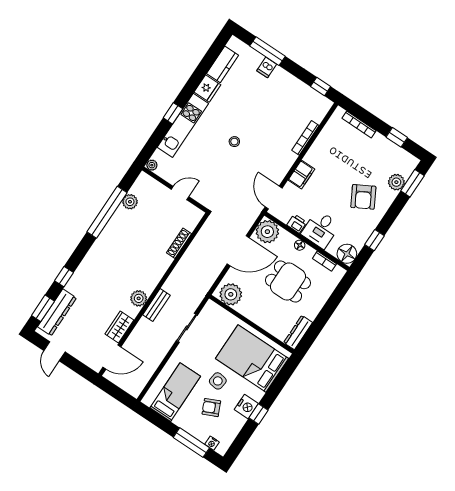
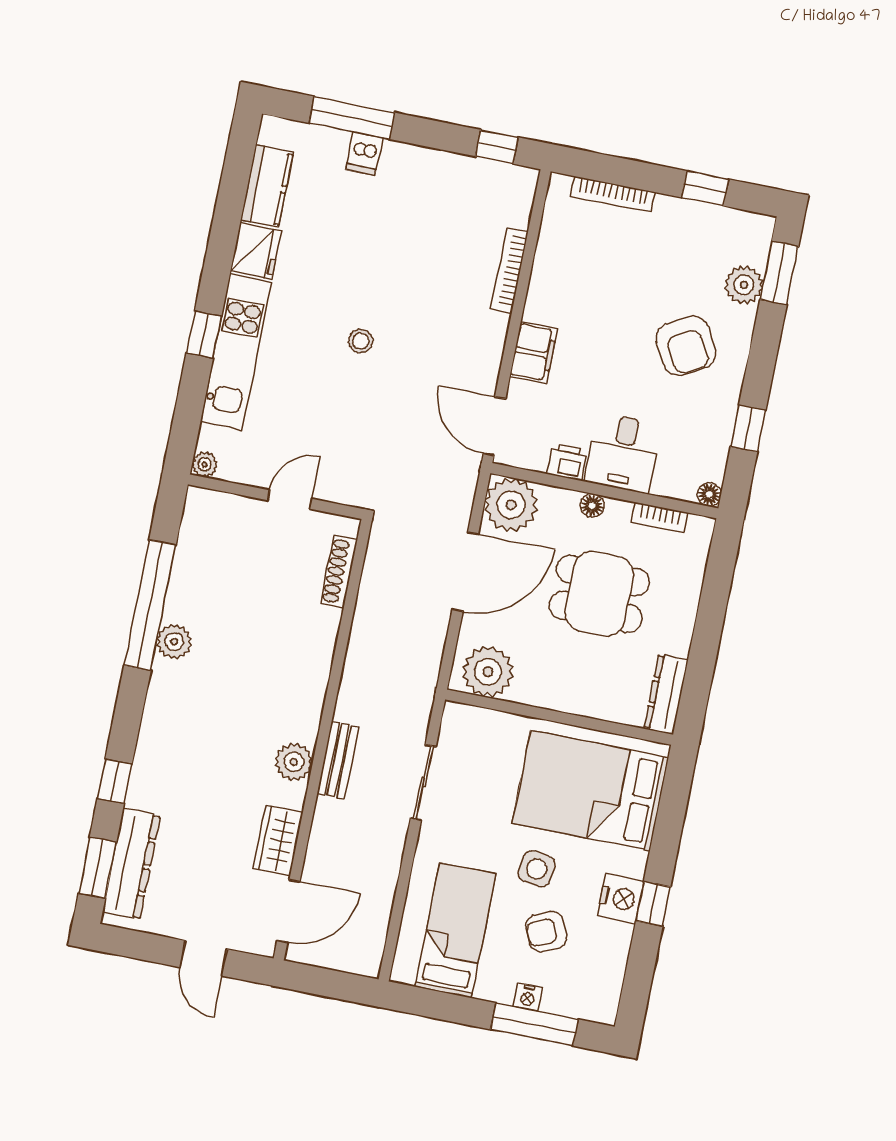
plant: (130, 202) -> (174, 642), moved
shoe rack: (179, 243) -> (339, 572), moved
floor lamp: (347, 254) -> (709, 494), width x0.53, depth x0.53
door: (54, 351) -> (203, 958), moved
nightstand: (212, 443) -> (528, 997), moved

